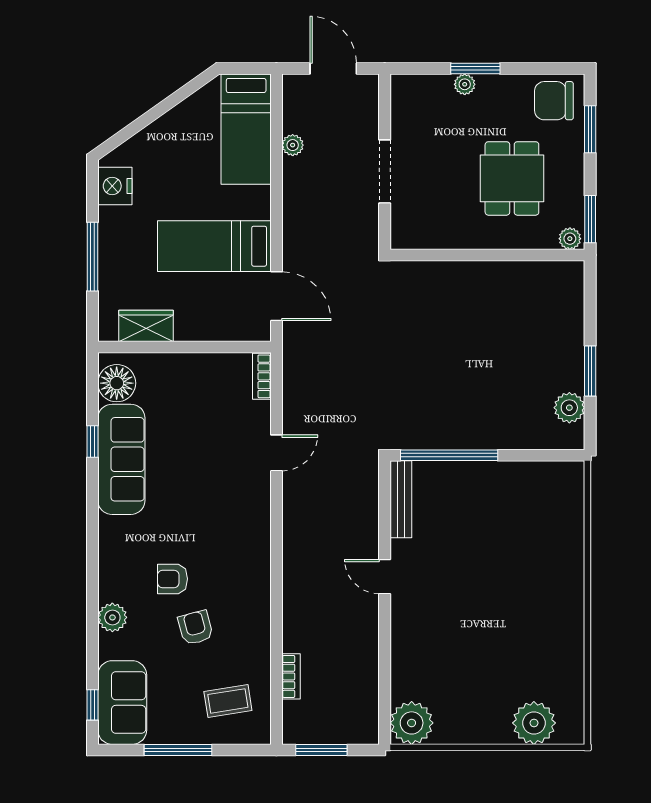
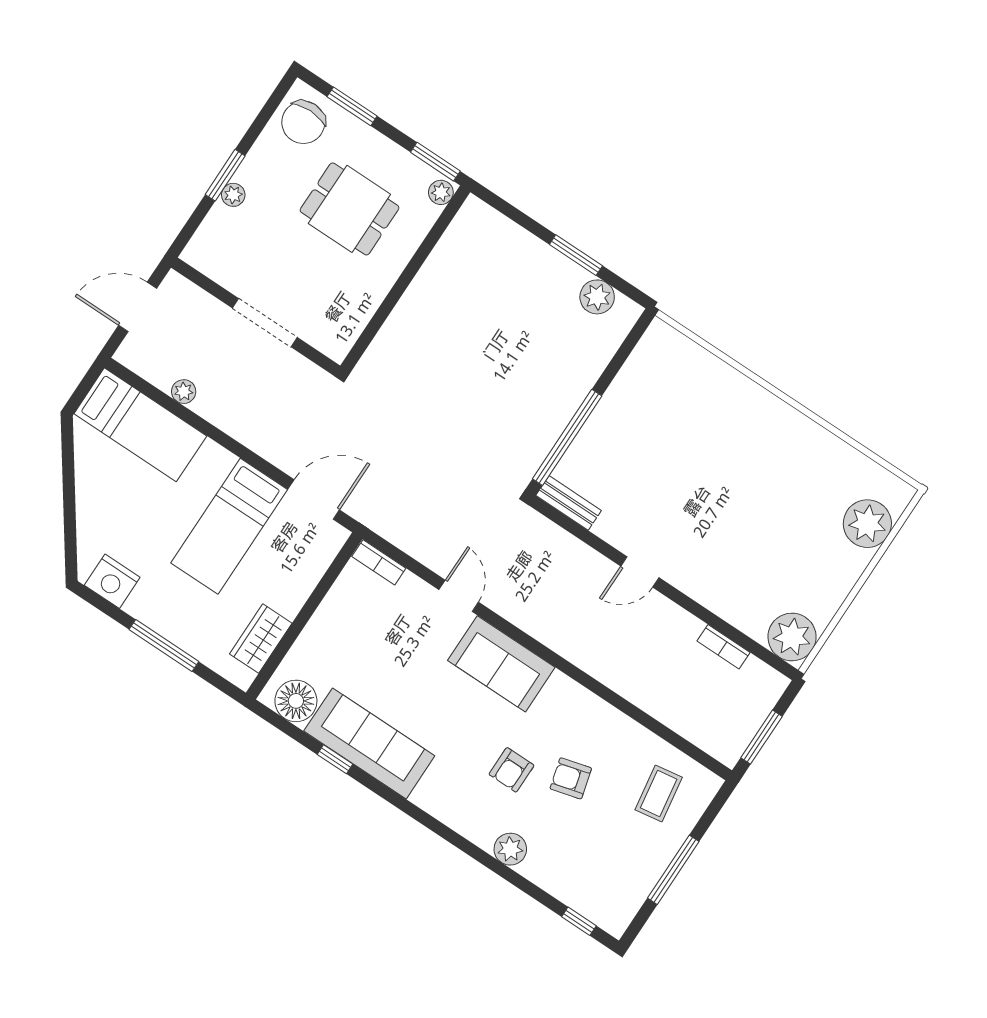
bench: (401, 499) -> (569, 503), width x0.73
bookcase: (291, 676) -> (723, 647), moved, turned 180
sofa: (122, 703) -> (501, 664), moved, turned 180

